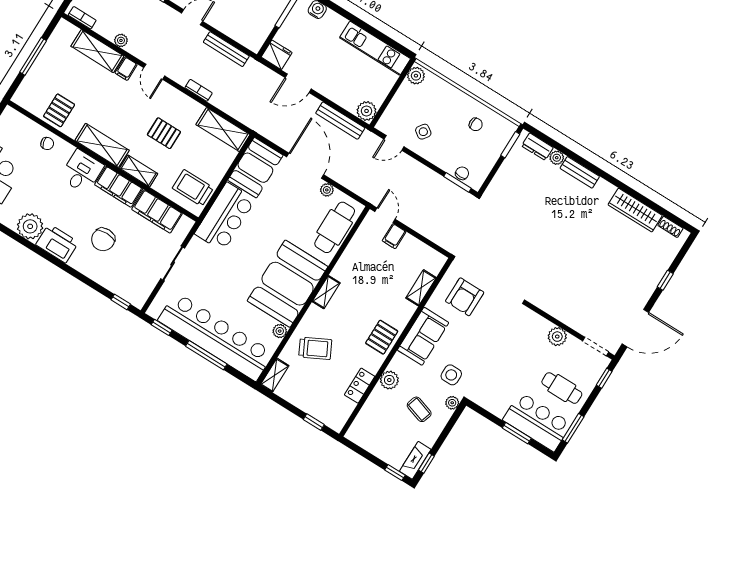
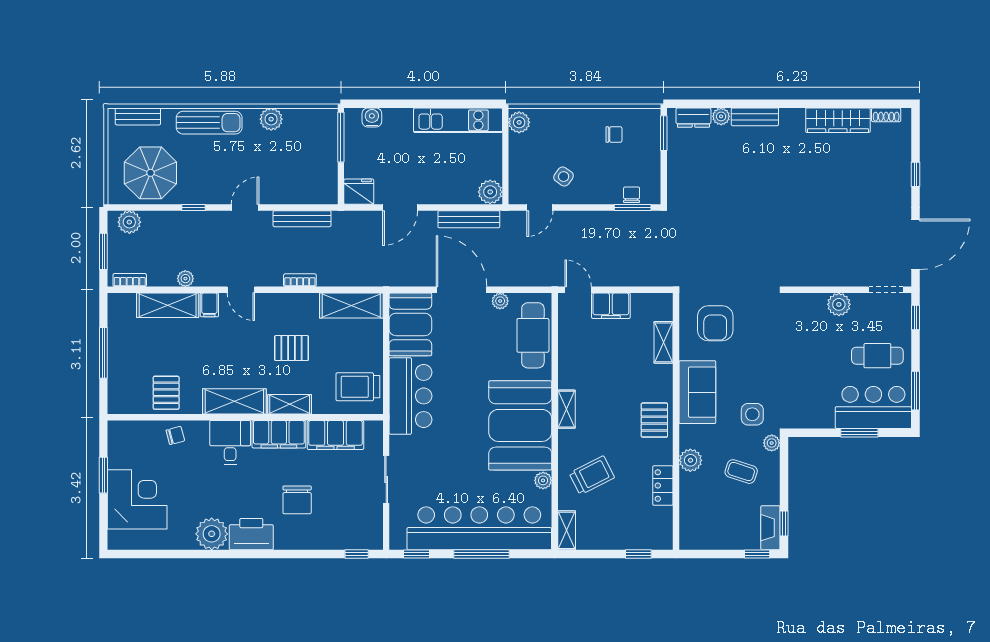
filing cabinet: (394, 236) -> (611, 306), width x2.00

